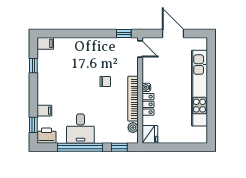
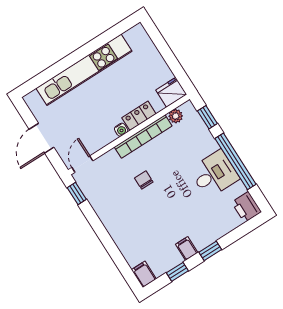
filing cabinet: (44, 111) -> (187, 248), moved
window: (33, 125) -> (210, 251), moved

